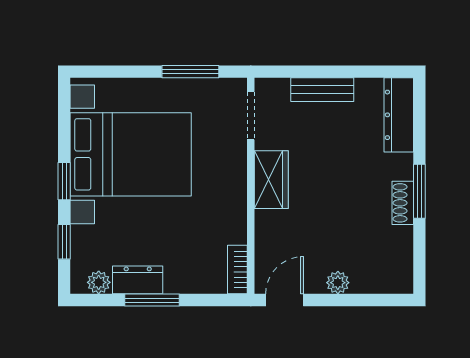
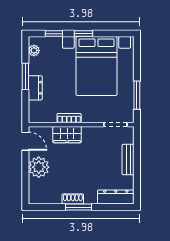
wardrobe: (271, 180) -> (67, 135), moved
bookcase: (237, 269) -> (69, 118), moved
dresser: (138, 280) -> (35, 88), moved
plant: (338, 283) -> (39, 167), width x1.87, depth x1.87

